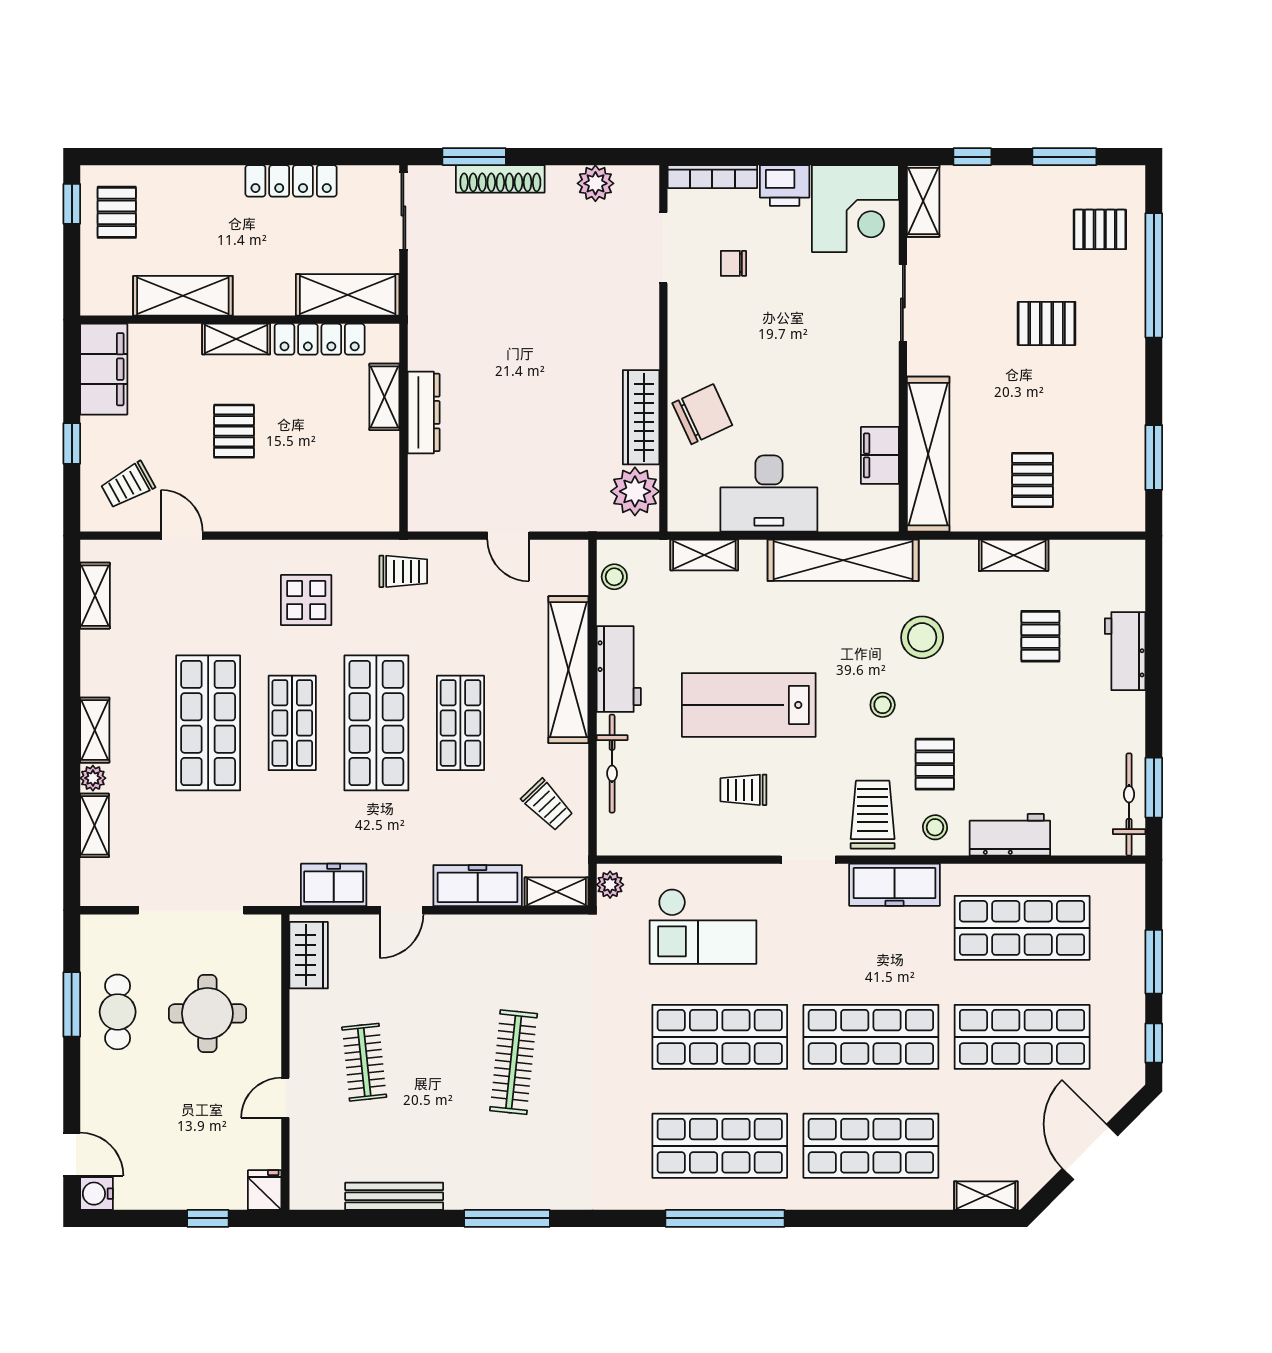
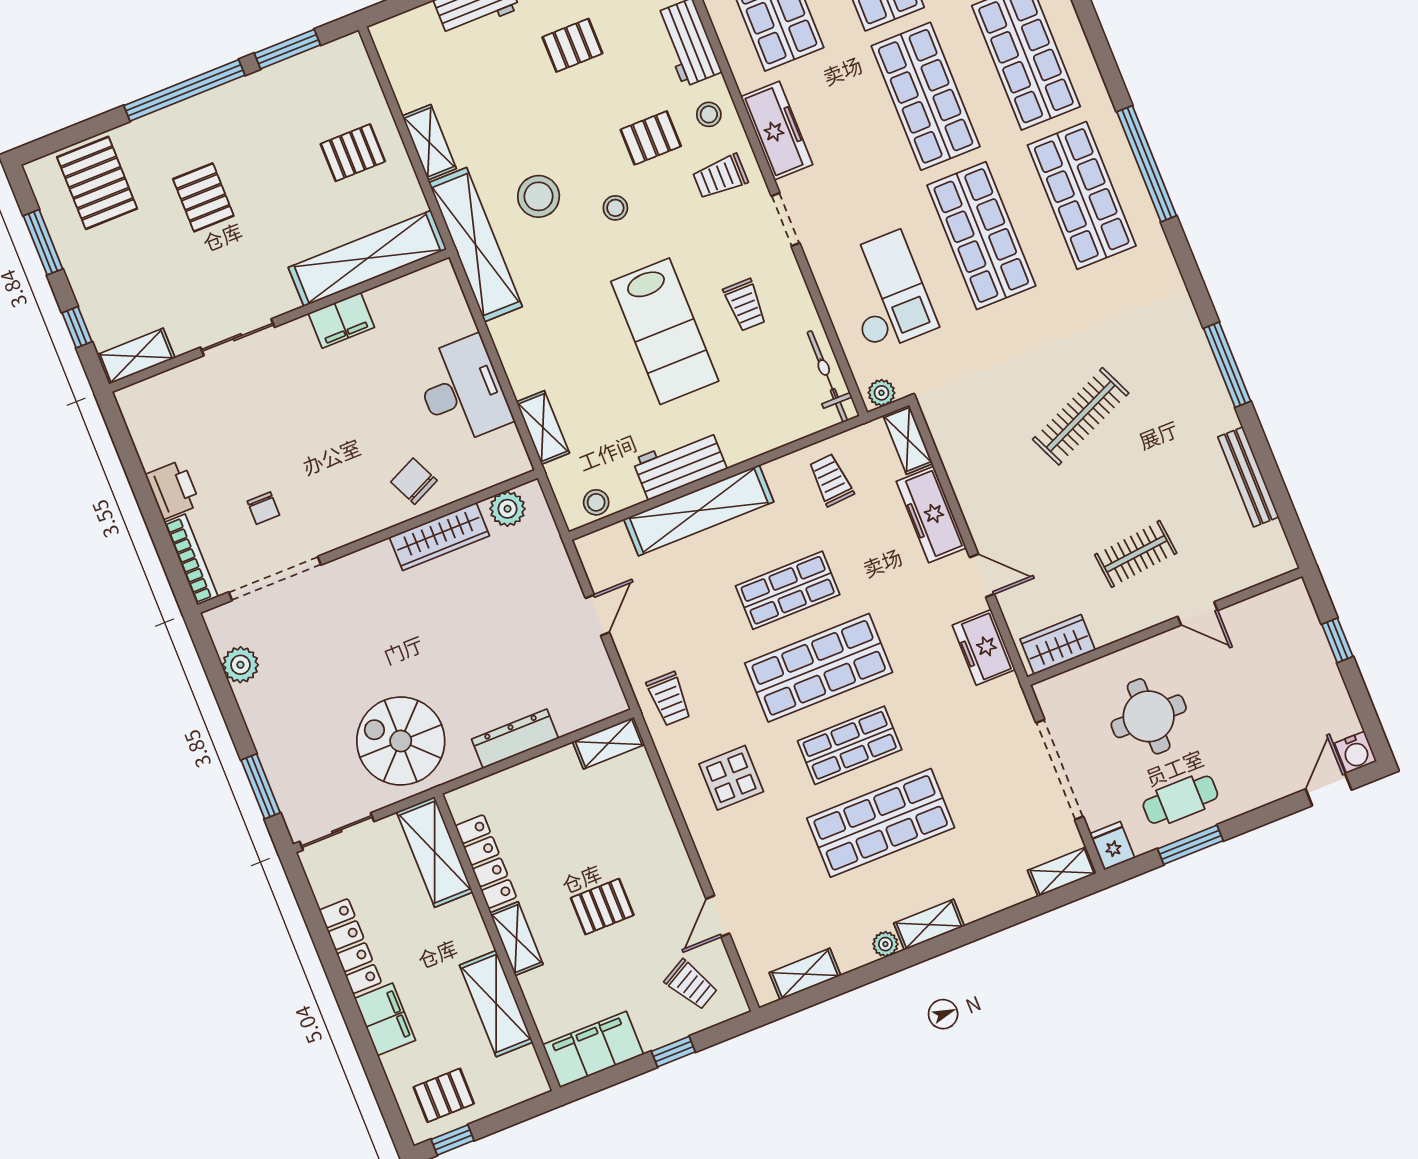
shoe rack: (500, 179) -> (271, 754), removed
filing cabinet: (210, 186) -> (385, 1019), added
corner desk: (855, 209) -> (168, 416), removed
pallet: (1100, 229) -> (97, 183), width x1.50, depth x1.42
doorway: (663, 248) -> (275, 578), width x1.36
window: (1154, 275) -> (184, 90), moved
spiral stairs: (464, 305) -> (401, 741), added
shelving: (384, 397) -> (609, 743), moved
chair: (702, 414) -> (414, 481), width x0.73, depth x0.73
filing cabinet: (880, 455) -> (341, 320), moved
plant: (635, 491) -> (507, 509), width x0.73, depth x0.73
shelving: (843, 560) -> (475, 245), moved
trolley: (403, 571) -> (669, 699), turned 180
pallet: (1040, 636) -> (572, 45), moved
bicycle: (612, 764) -> (827, 377), moved, turned -90
plant: (93, 778) -> (885, 944), moved
trolley: (547, 805) -> (831, 480), turned -50
trolley: (873, 815) -> (720, 177), width x0.73, depth x0.72
shelving: (94, 825) -> (1062, 872), moved
clothes rail: (514, 1062) -> (1081, 416), turned -30
fridge: (265, 1190) -> (1112, 846), moved, turned 90

